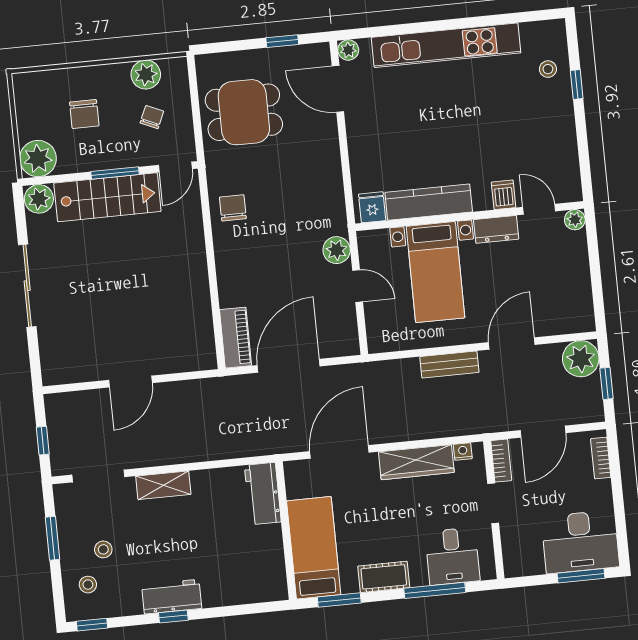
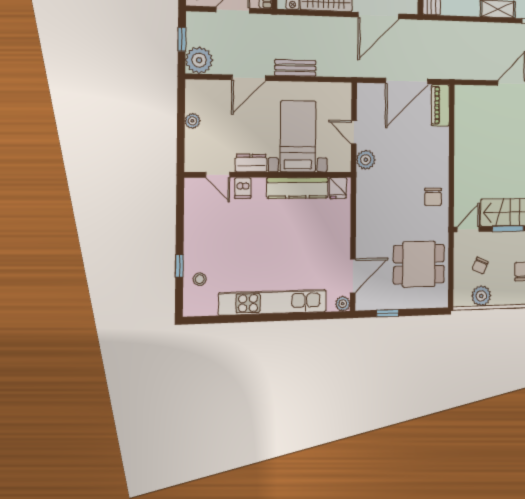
door: (338, 89) -> (353, 276), hinge flipped
plant: (575, 220) -> (192, 121), moved

